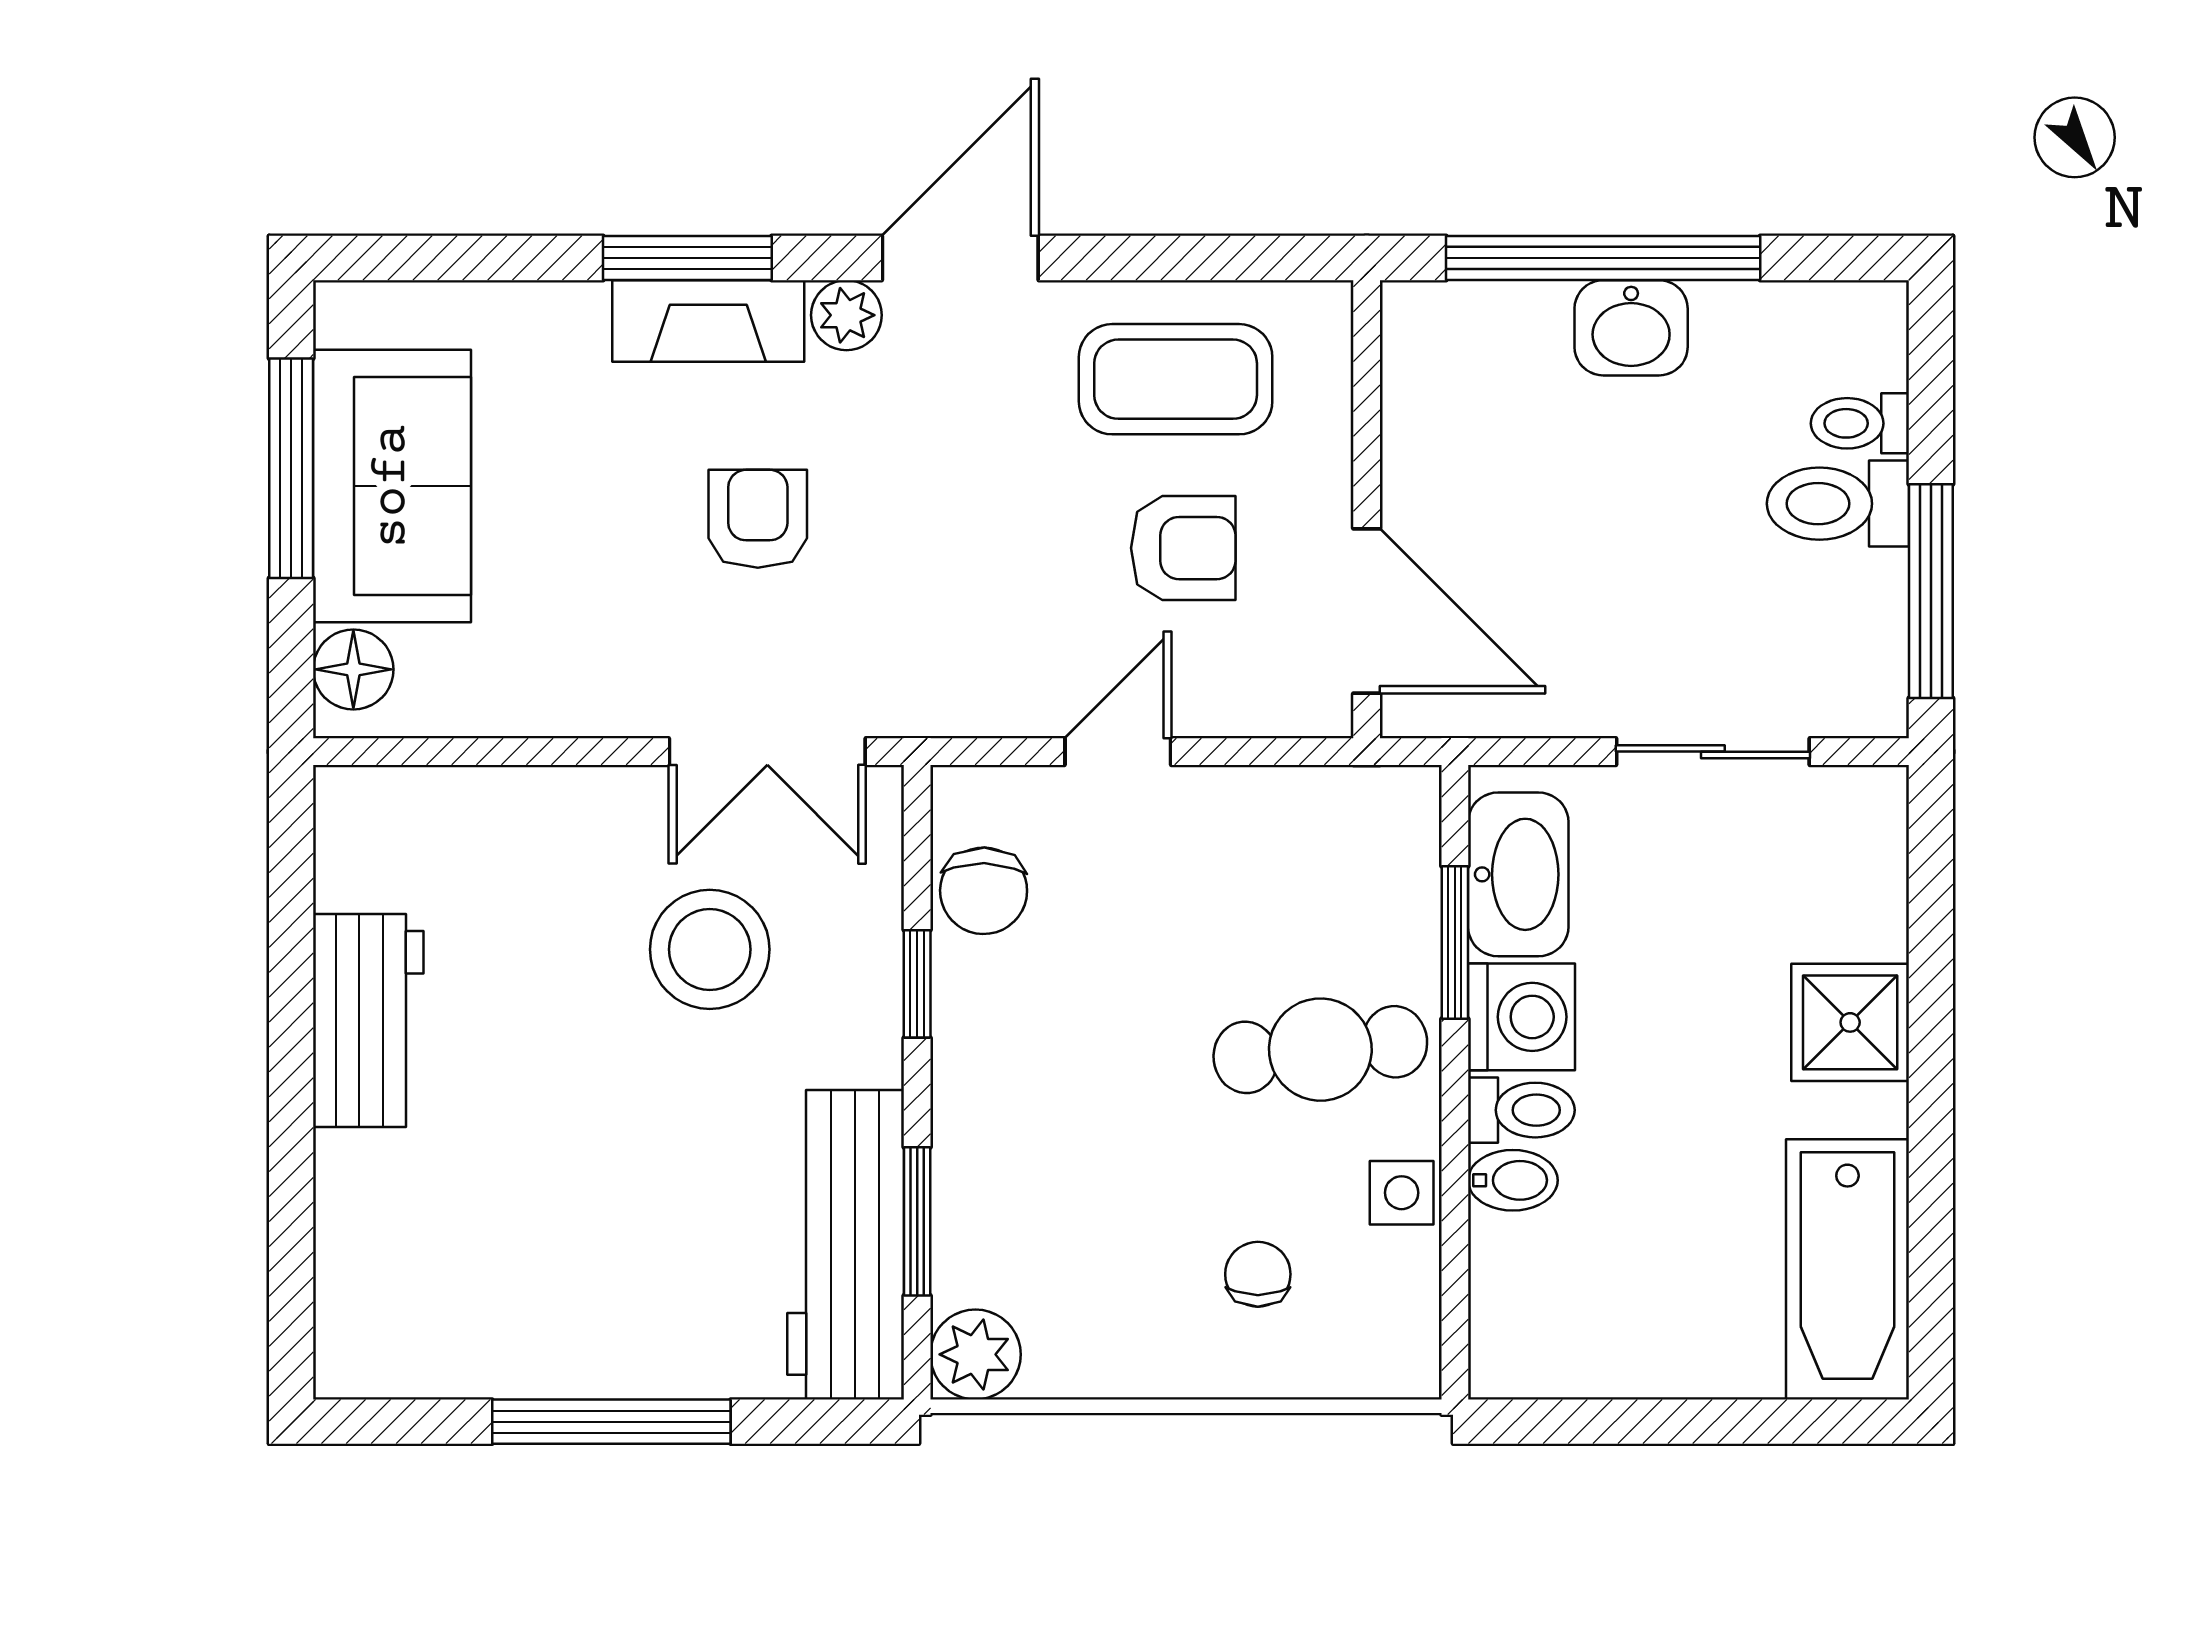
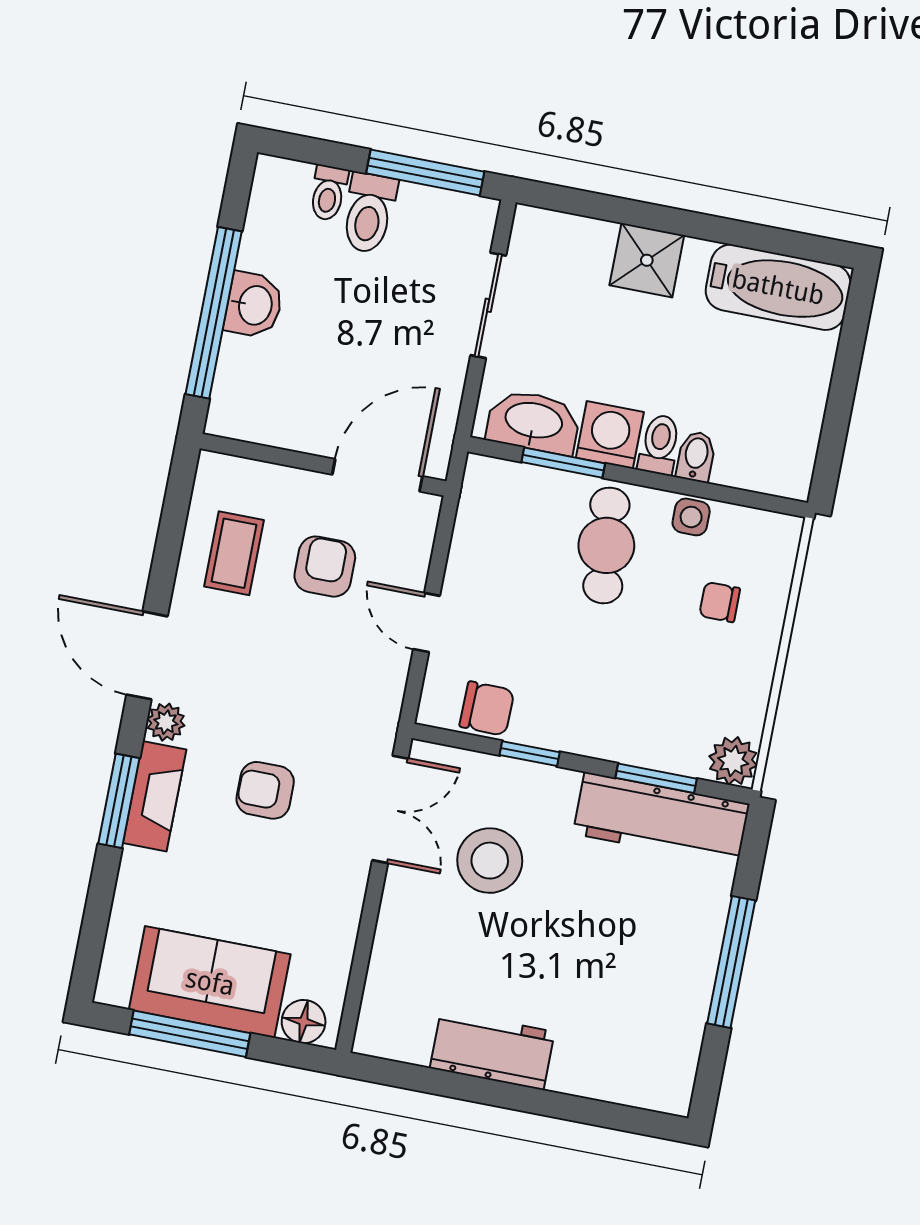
coffee table: (1176, 379) -> (234, 553), width x0.73, depth x0.77

